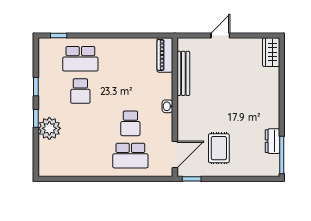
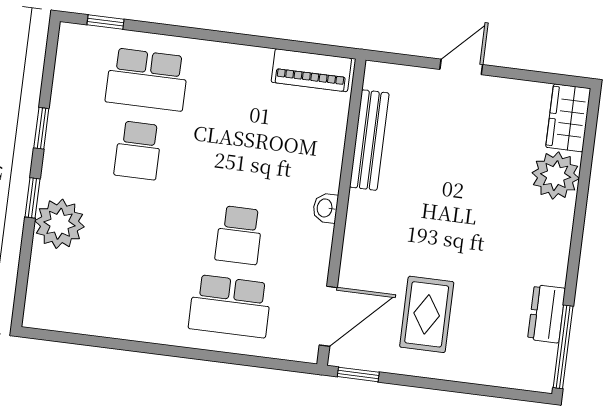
piano: (165, 55) -> (311, 70), moved, turned -90
plant: (269, 79) -> (556, 176), added

